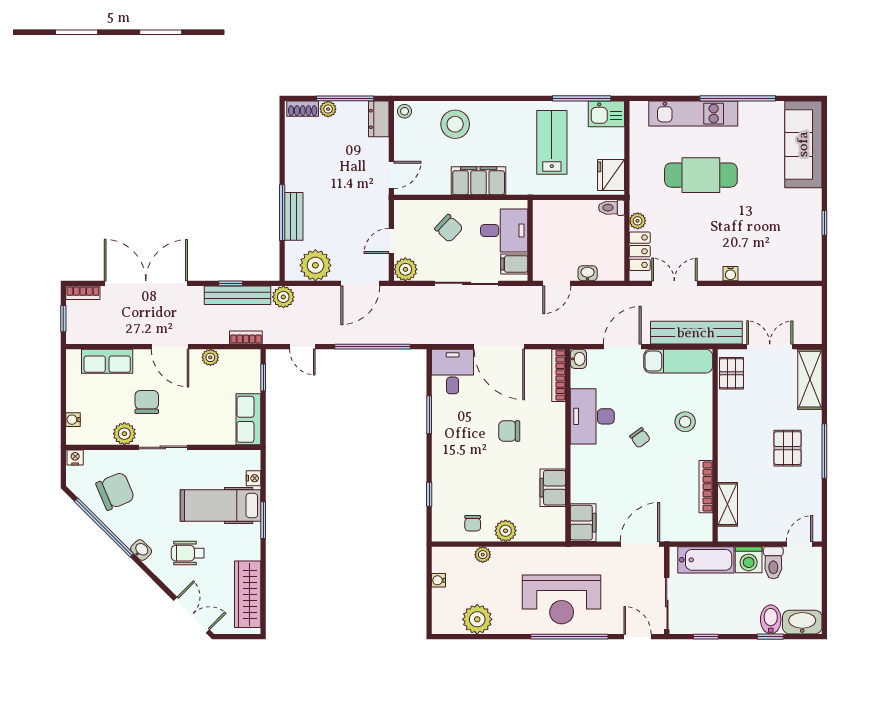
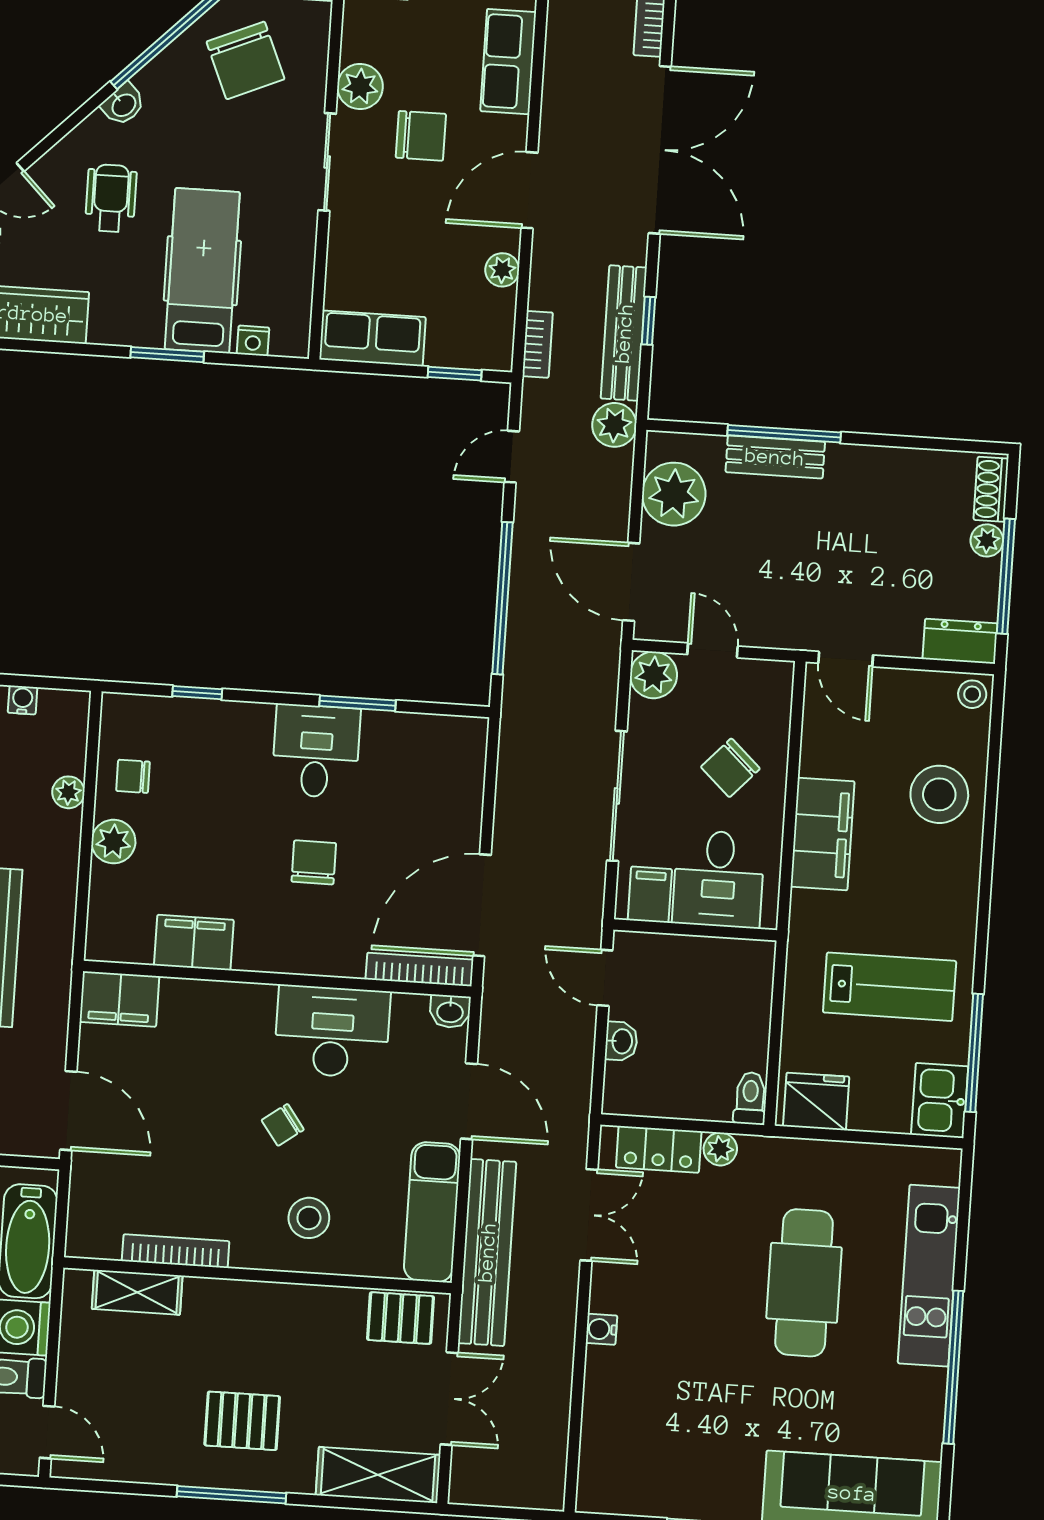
door: (499, 347) -> (482, 905), moved
desk: (453, 372) -> (316, 751), moved, turned -90

